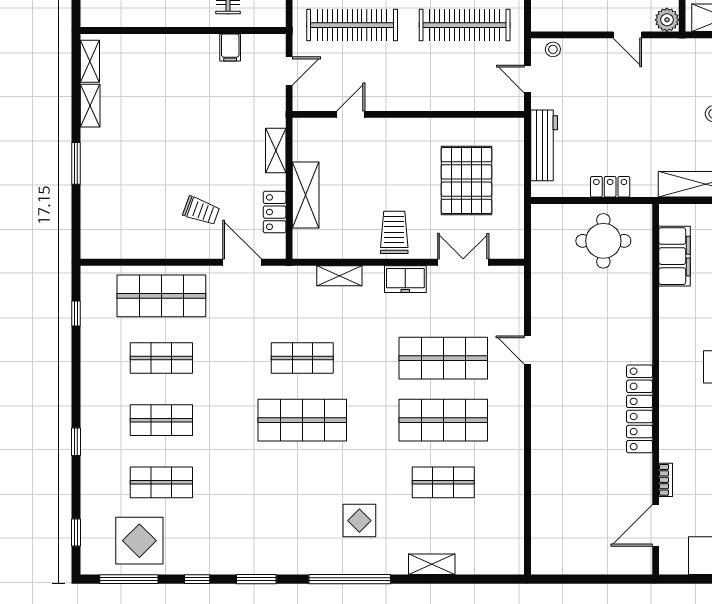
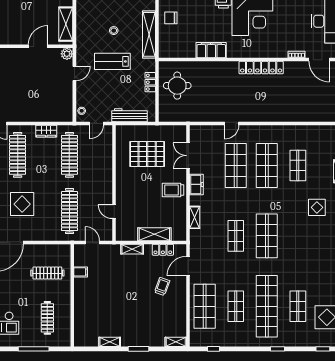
shelving: (90, 61) -> (176, 342), moved
lab bench: (652, 111) -> (112, 61), added
filing cabinet: (675, 256) -> (211, 50), moved
shop shelf: (161, 420) -> (267, 306), width x2.00, depth x1.36

